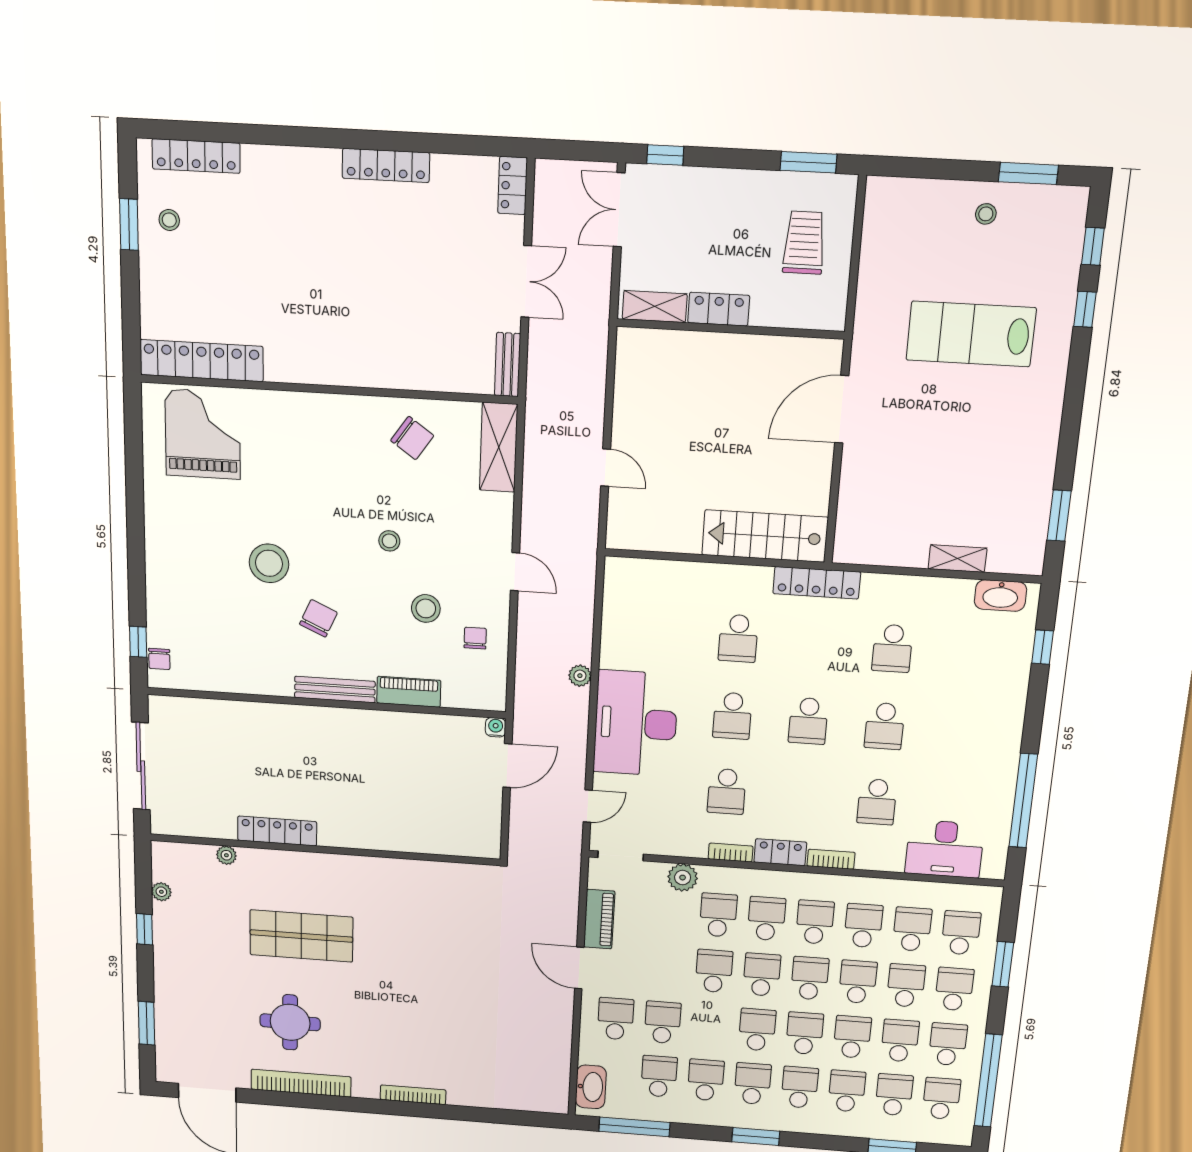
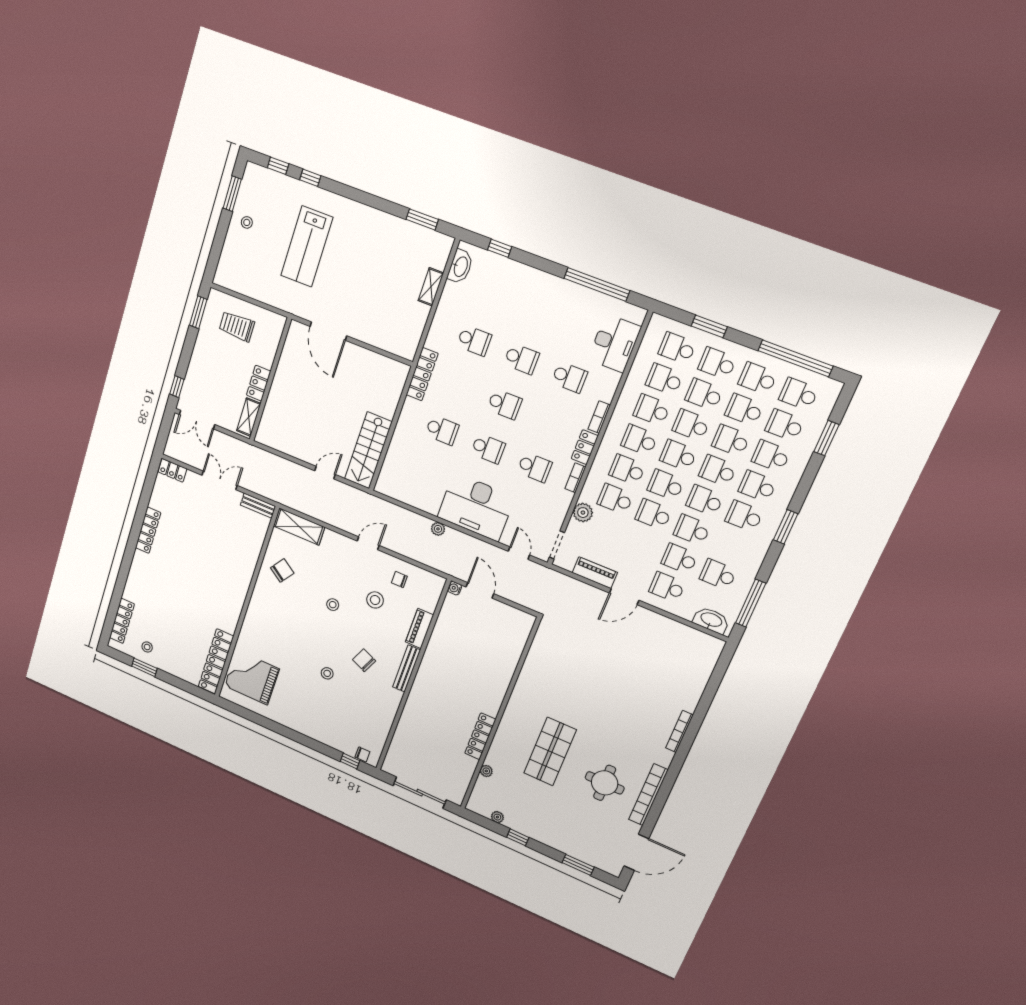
stairs: (765, 536) -> (368, 450), moved
stool: (269, 563) -> (327, 673), width x0.53, depth x0.53
school desk: (706, 1080) -> (692, 530), moved

